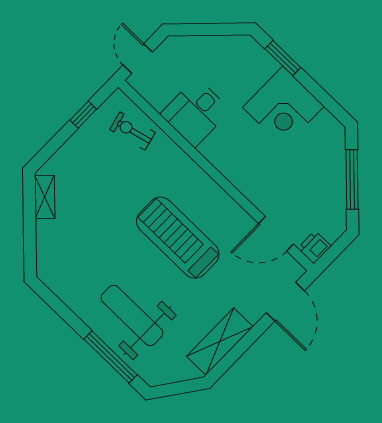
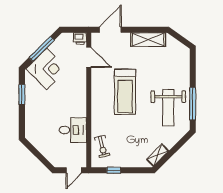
window: (283, 58) -> (22, 94), moved
corner desk: (283, 107) -> (47, 69), moved, turned 45
weight bench: (132, 315) -> (168, 108), moved
window: (111, 357) -> (193, 104), moved

